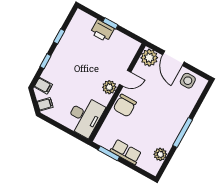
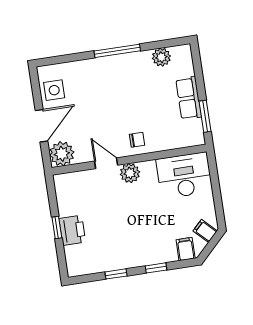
chair: (125, 106) -> (137, 140), width x0.54, depth x0.54

